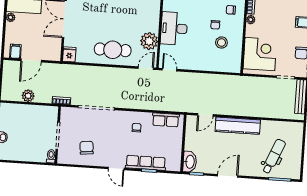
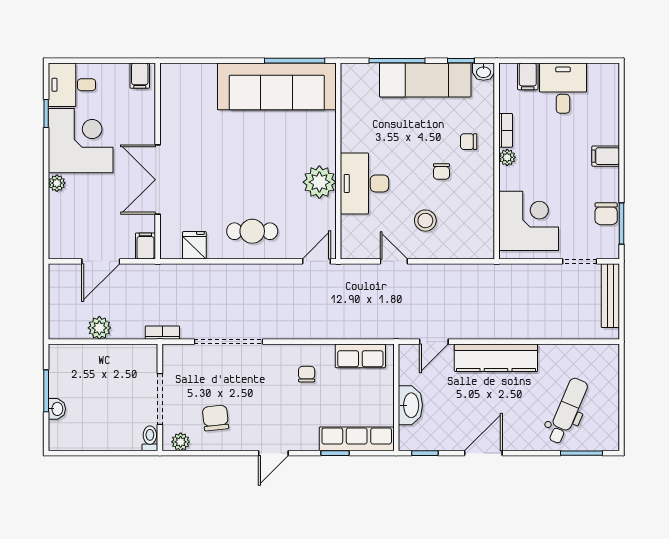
plant: (149, 41) -> (319, 182), moved
stool: (221, 43) -> (425, 221), moved
cafe table: (113, 50) -> (252, 231), width x0.73, depth x0.74
filing cabinet: (15, 51) -> (145, 246), moved
fridge: (69, 54) -> (194, 245), moved
door: (170, 70) -> (394, 261), moved
plant: (67, 159) -> (181, 442), added
washbasin: (190, 162) -> (410, 405), moved
row of seats: (146, 163) -> (357, 439), moved
door: (116, 168) -> (273, 453), hinge flipped

